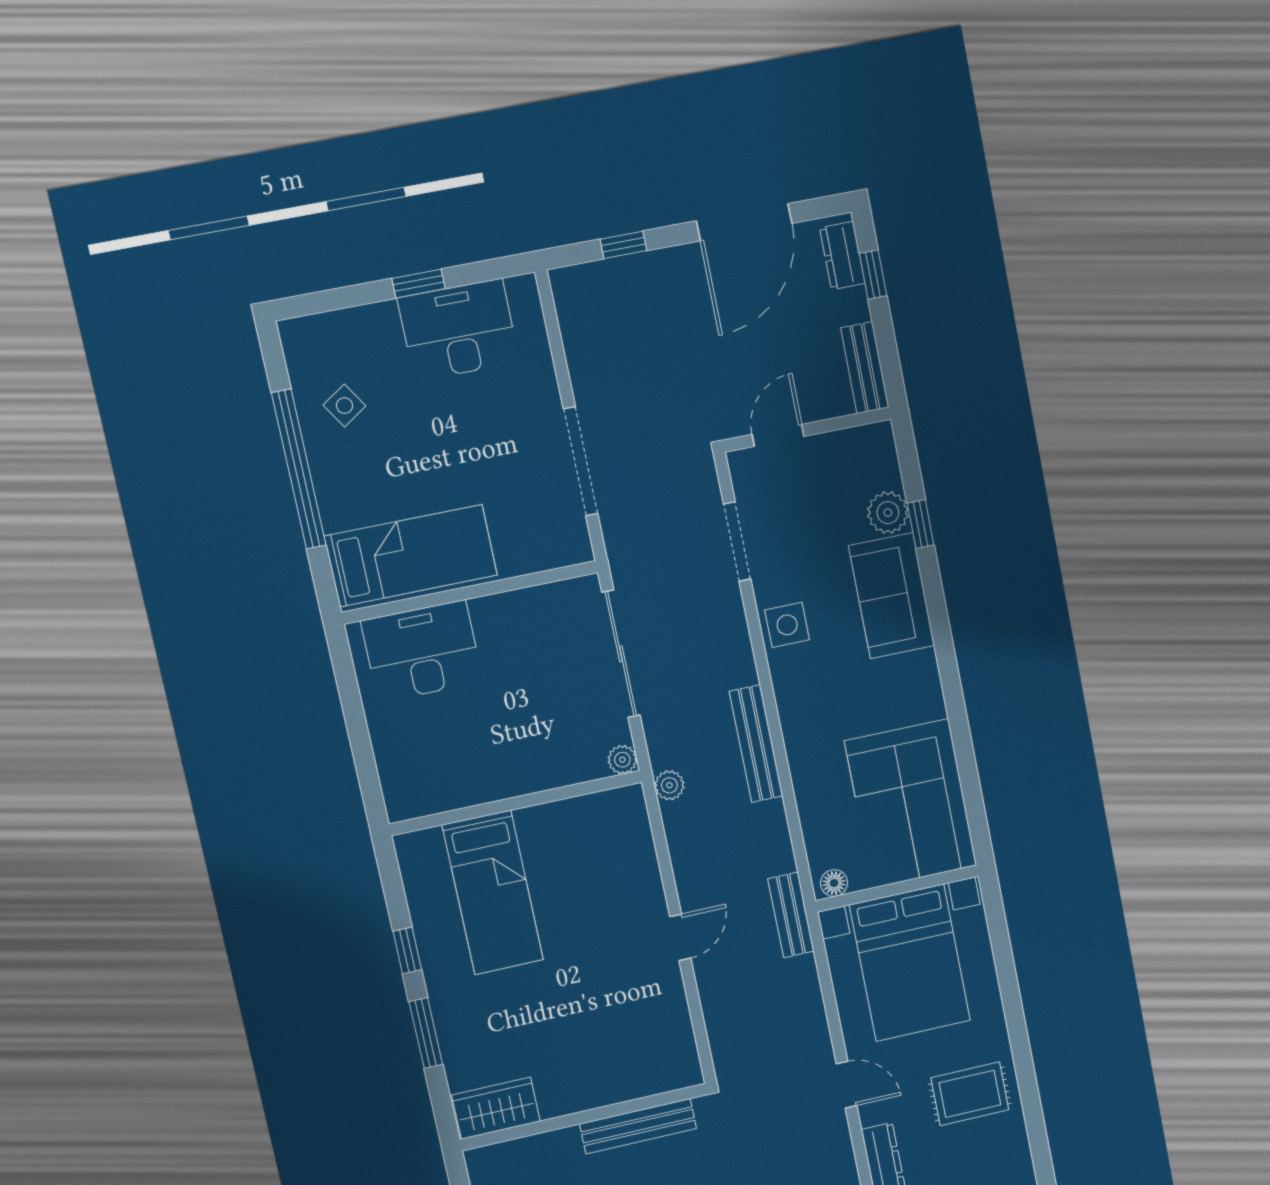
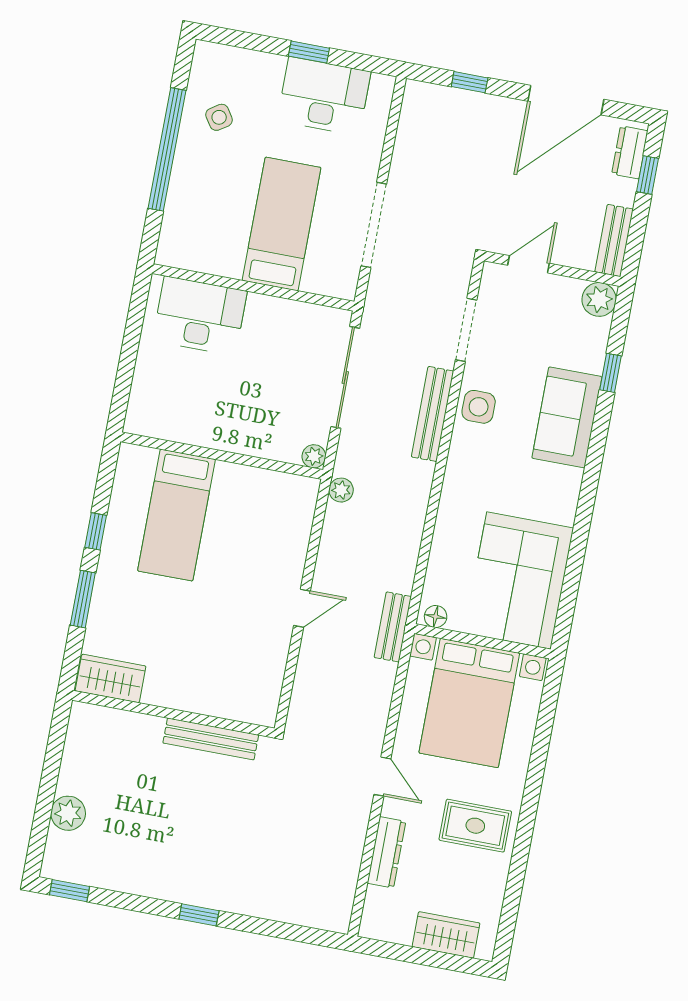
plant: (888, 513) -> (599, 299), moved
bed: (411, 556) -> (282, 224), moved, turned -90
bench: (756, 744) -> (432, 414), moved

